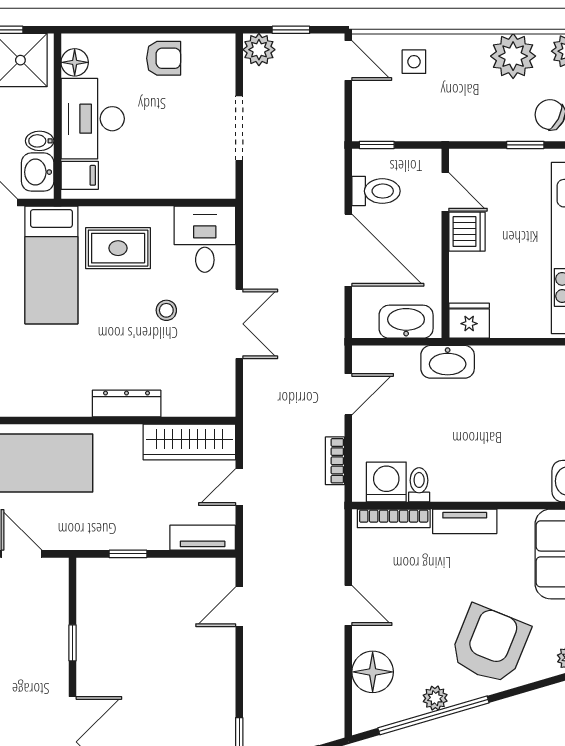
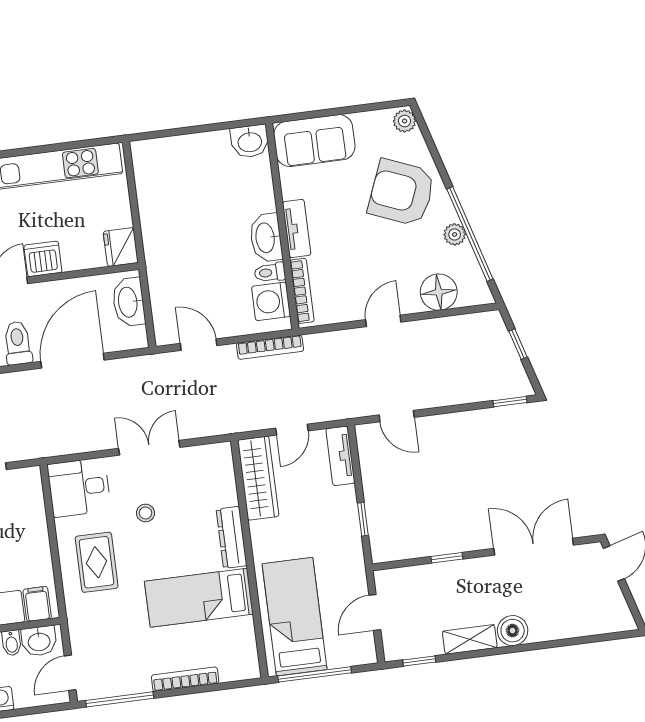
bed: (51, 265) -> (199, 598), moved, turned 180
washbasin: (448, 362) -> (266, 238), moved, turned 180
bookcase: (335, 461) -> (270, 347), width x1.56
door: (239, 487) -> (292, 430), hinge flipped

